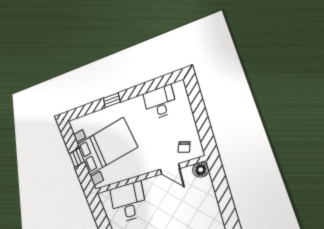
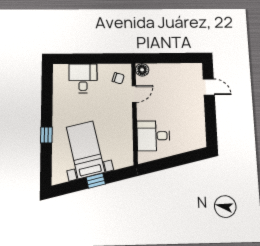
desk: (160, 102) -> (83, 78), moved, turned 90
bed with nightstands: (107, 146) -> (85, 150), width x0.73

